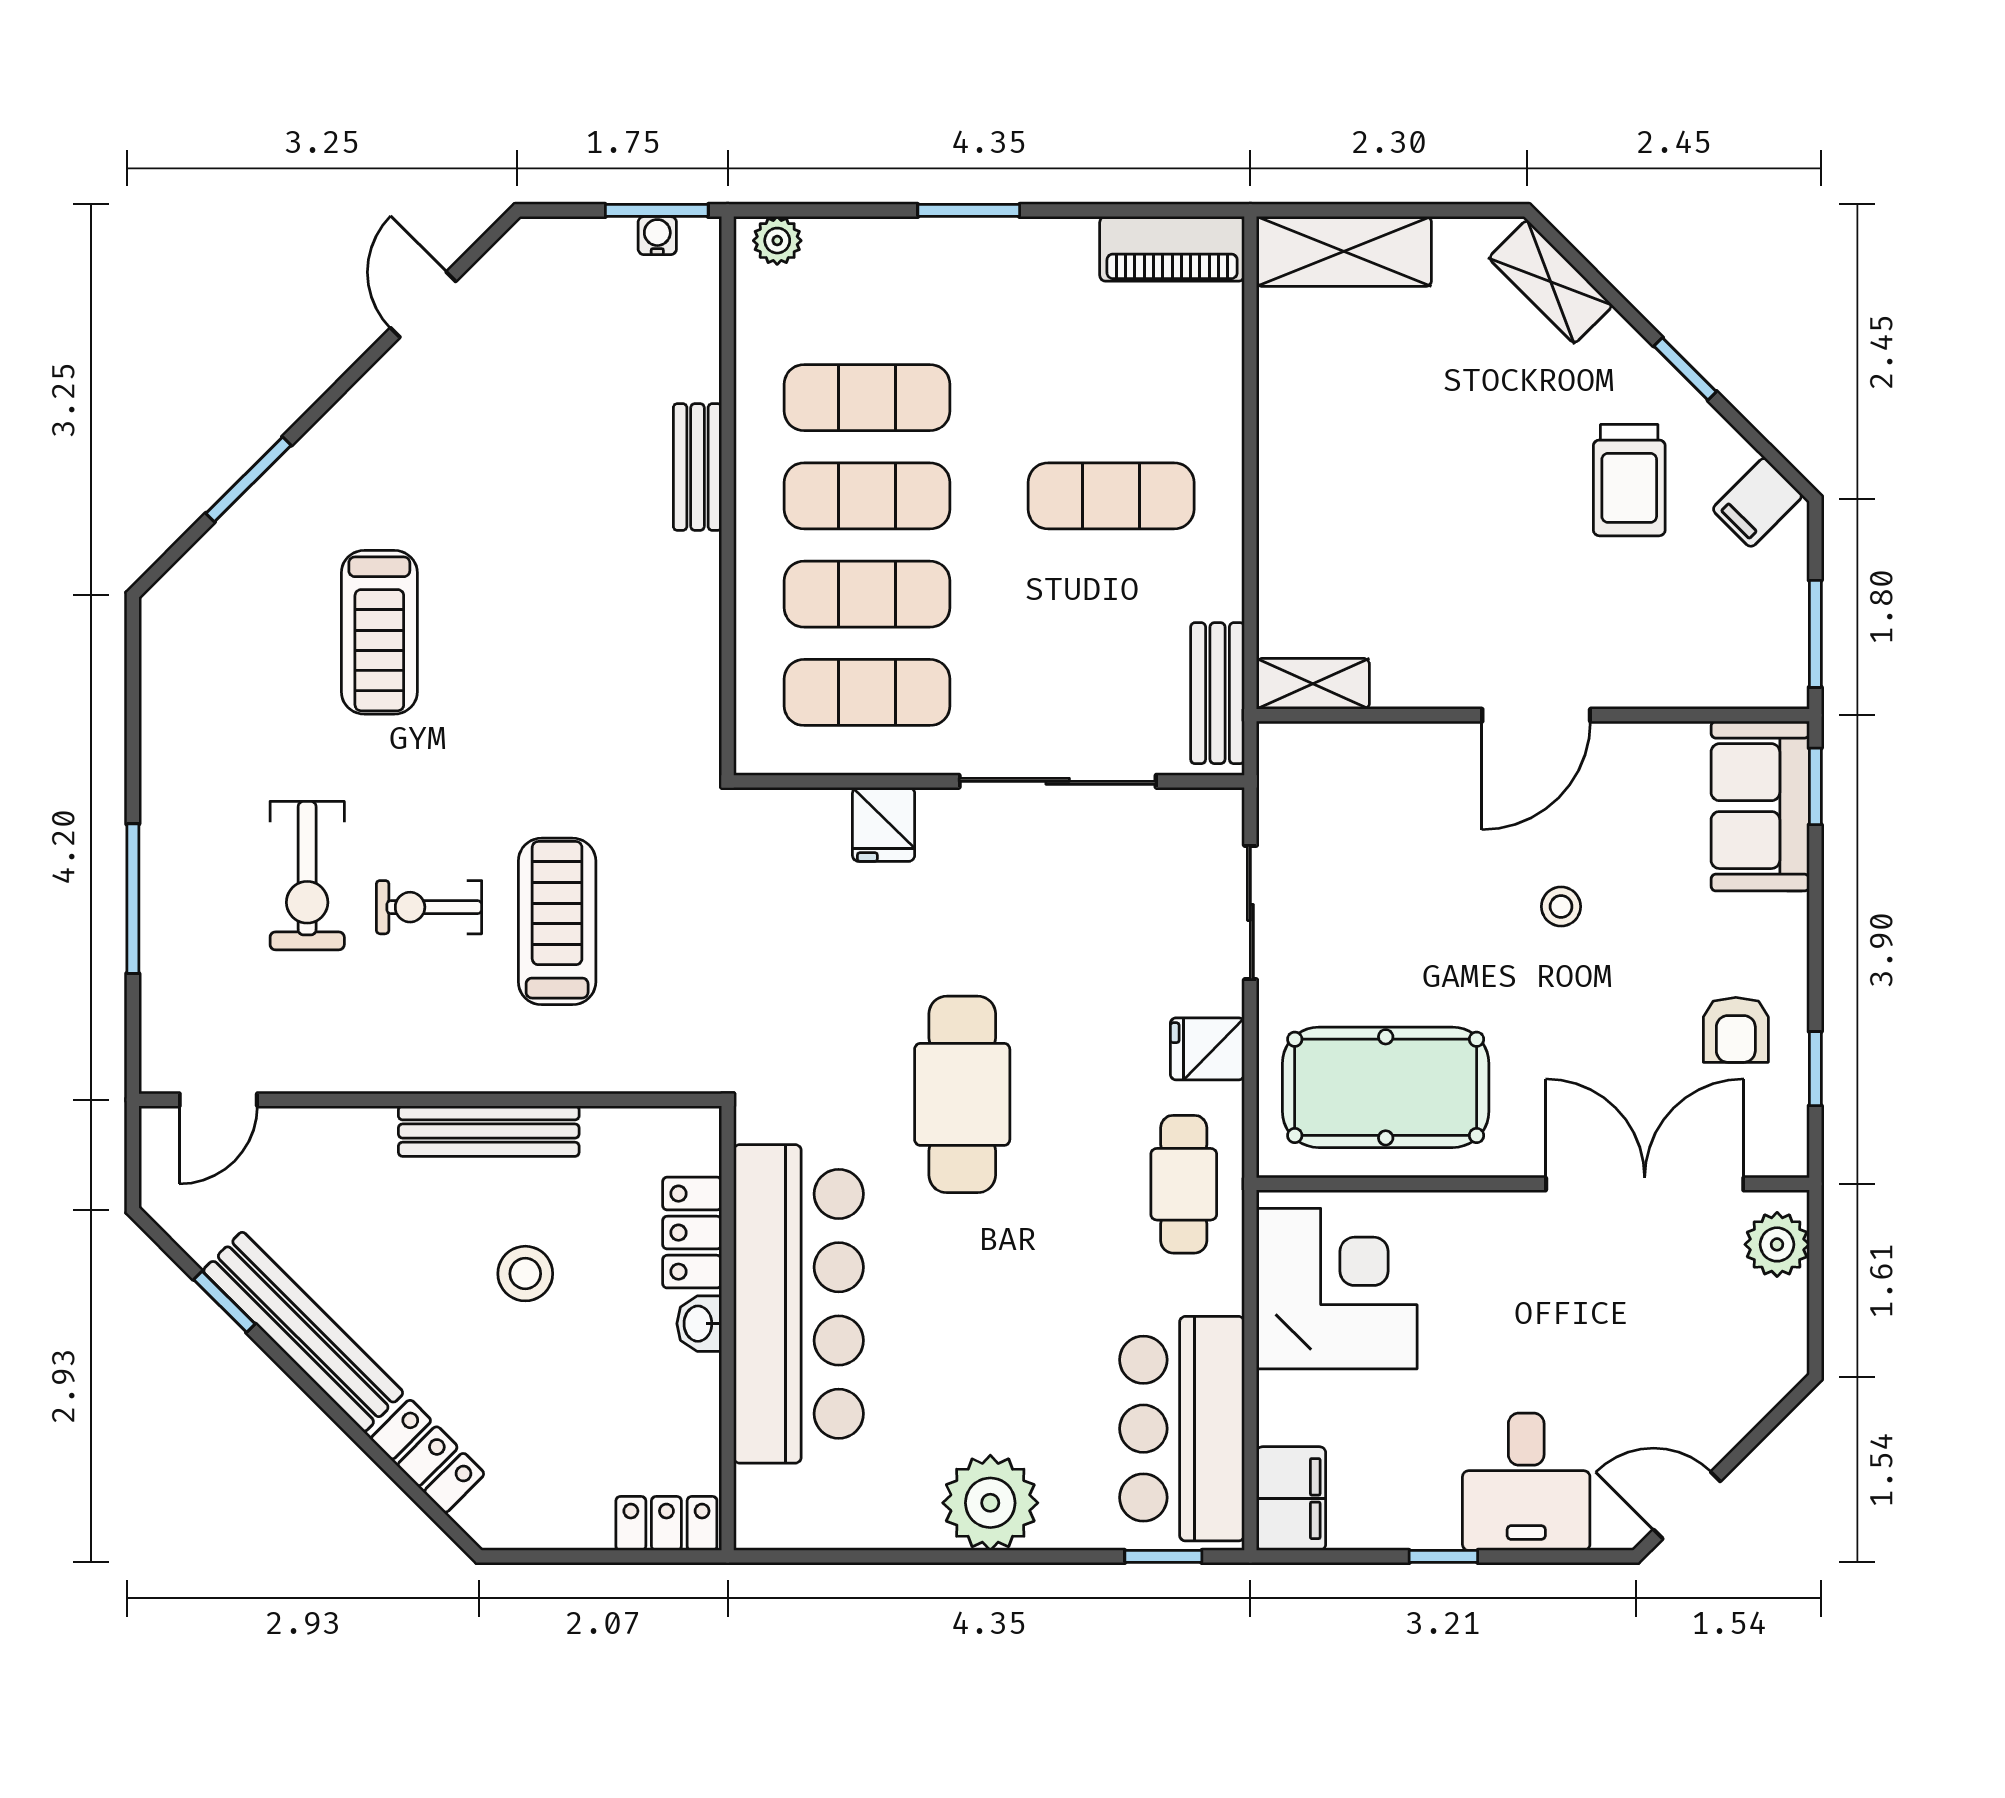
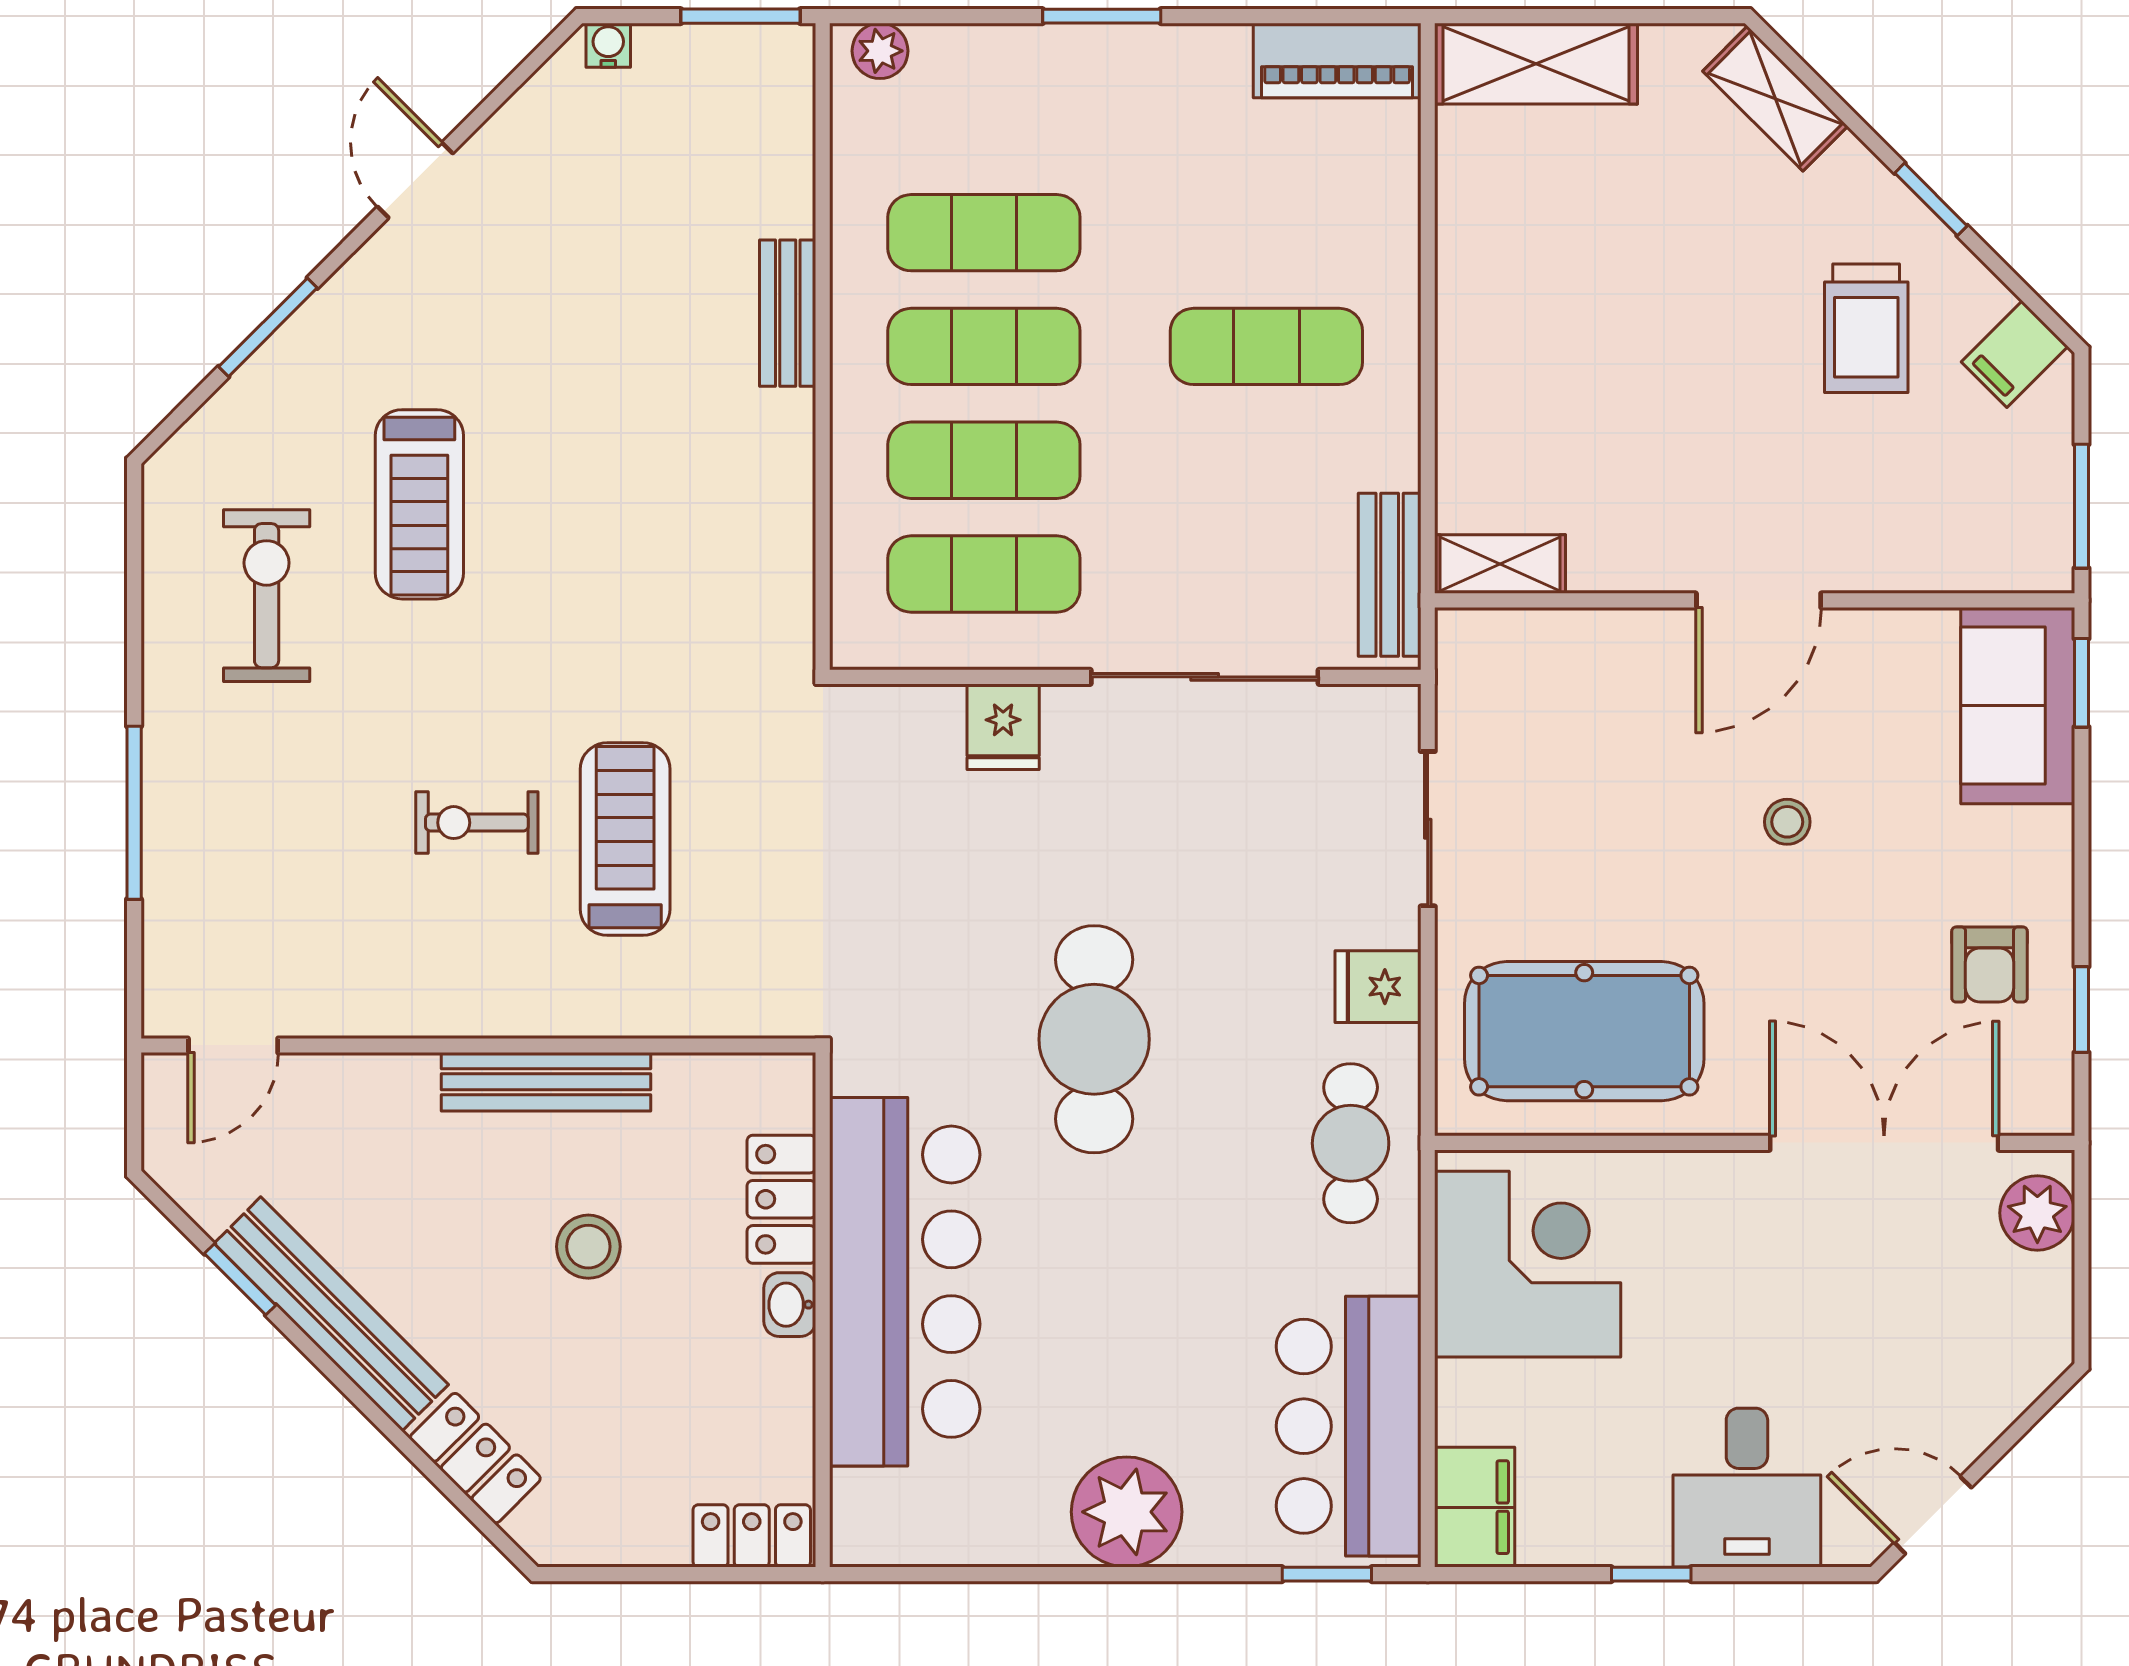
water cooler: (657, 236) -> (608, 45), moved
door: (423, 305) -> (415, 180), moved
exercise bike: (307, 876) -> (267, 596), moved, turned 180

